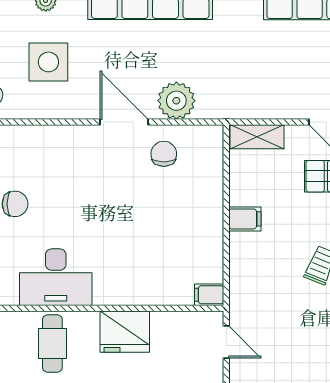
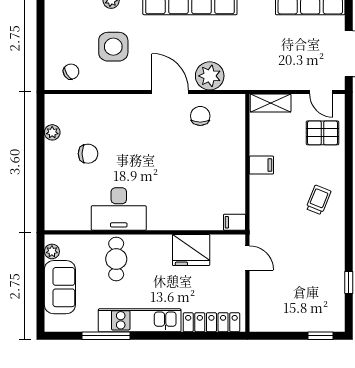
fridge: (125, 332) -> (191, 250), moved

